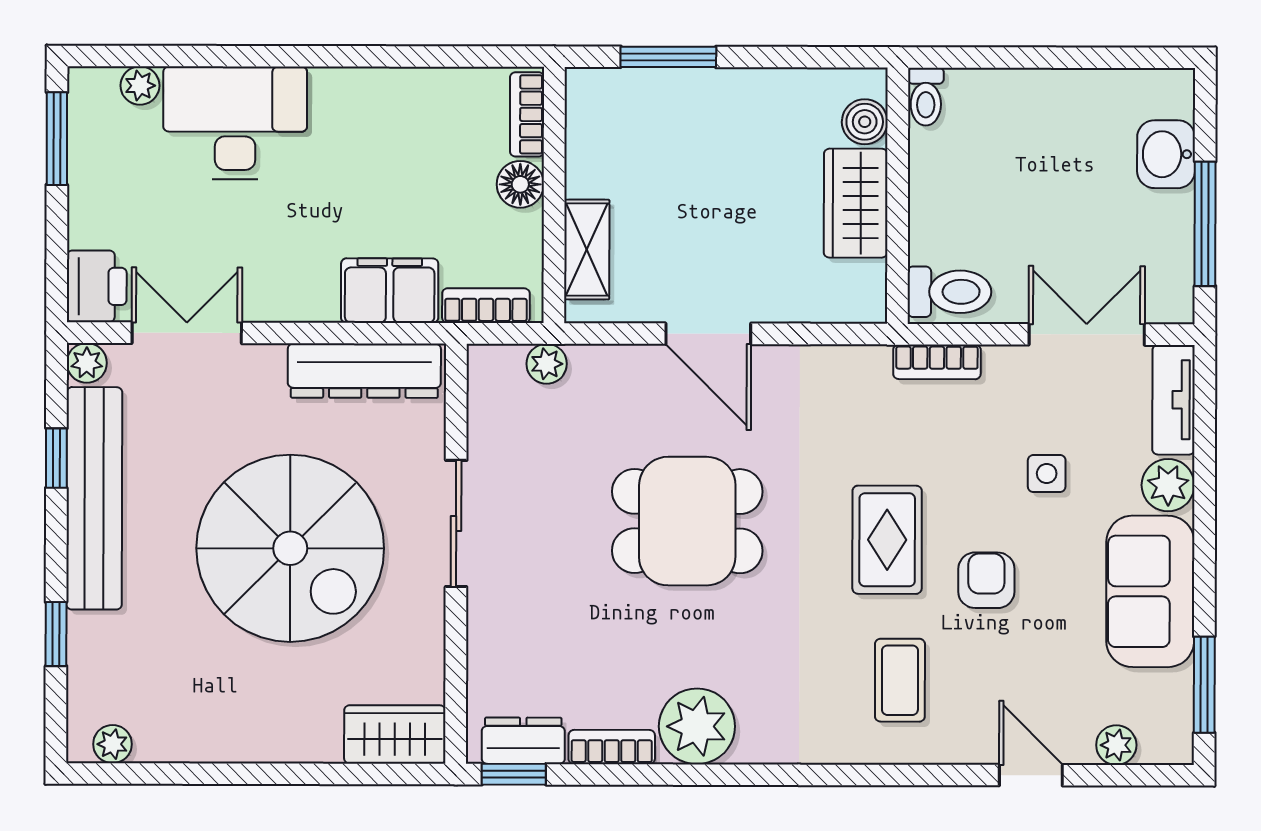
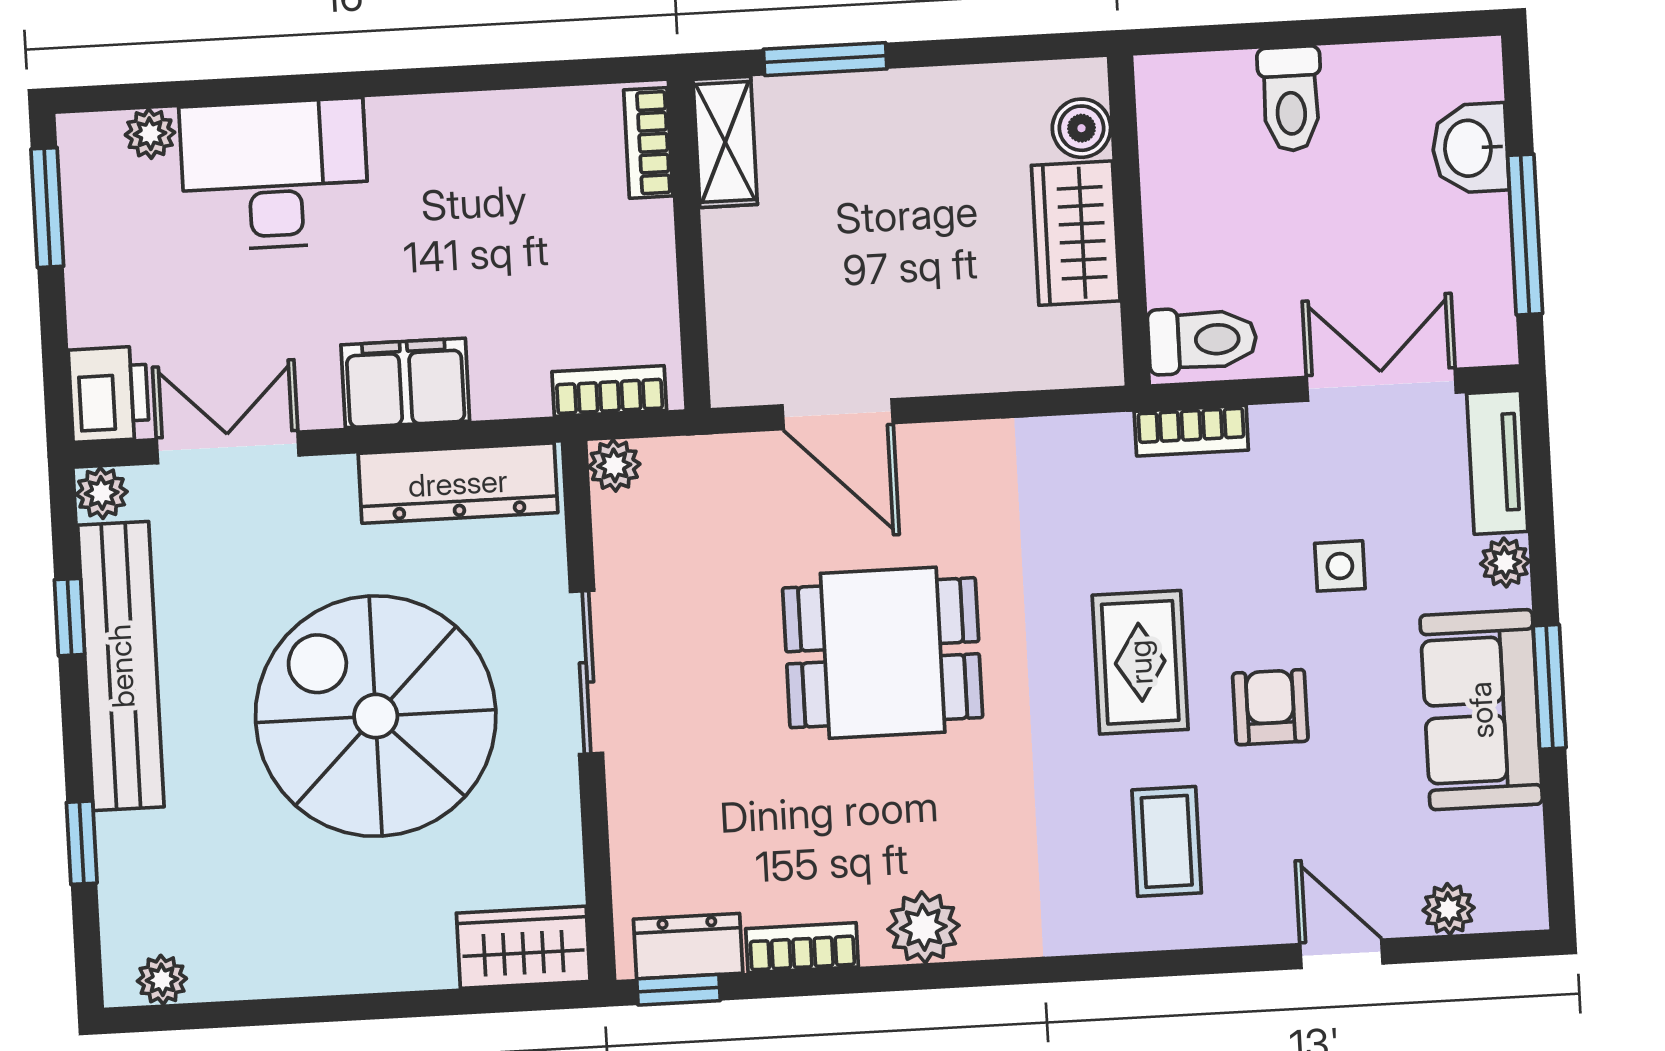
toilet: (926, 97) -> (1291, 99), moved, width x1.37, depth x1.39
floor lamp: (520, 184) -> (645, 233), removed
shelving: (587, 250) -> (725, 142), moved
filing cabinet: (390, 291) -> (405, 383), moved
door: (708, 334) -> (838, 414), moved
plant: (547, 364) -> (614, 465), moved
plant: (1168, 485) -> (1505, 562), width x0.73, depth x0.73
spiral stairs: (290, 548) -> (376, 716), turned 180
window: (1204, 685) -> (1550, 687), moved
plant: (697, 726) -> (923, 927), width x0.73, depth x0.73

